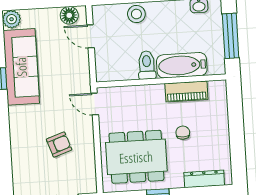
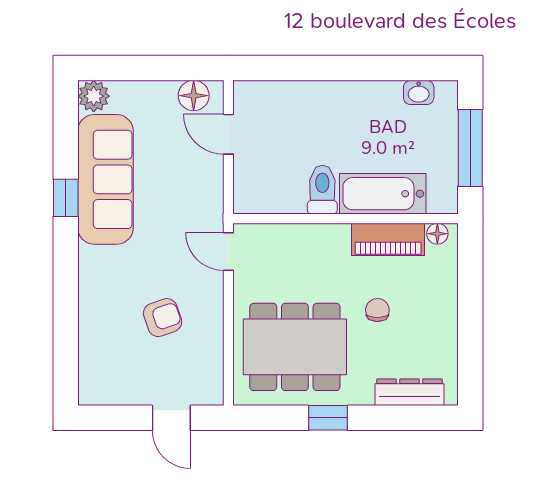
stool: (136, 14) -> (310, 100), removed
floor lamp: (215, 86) -> (437, 234), added

